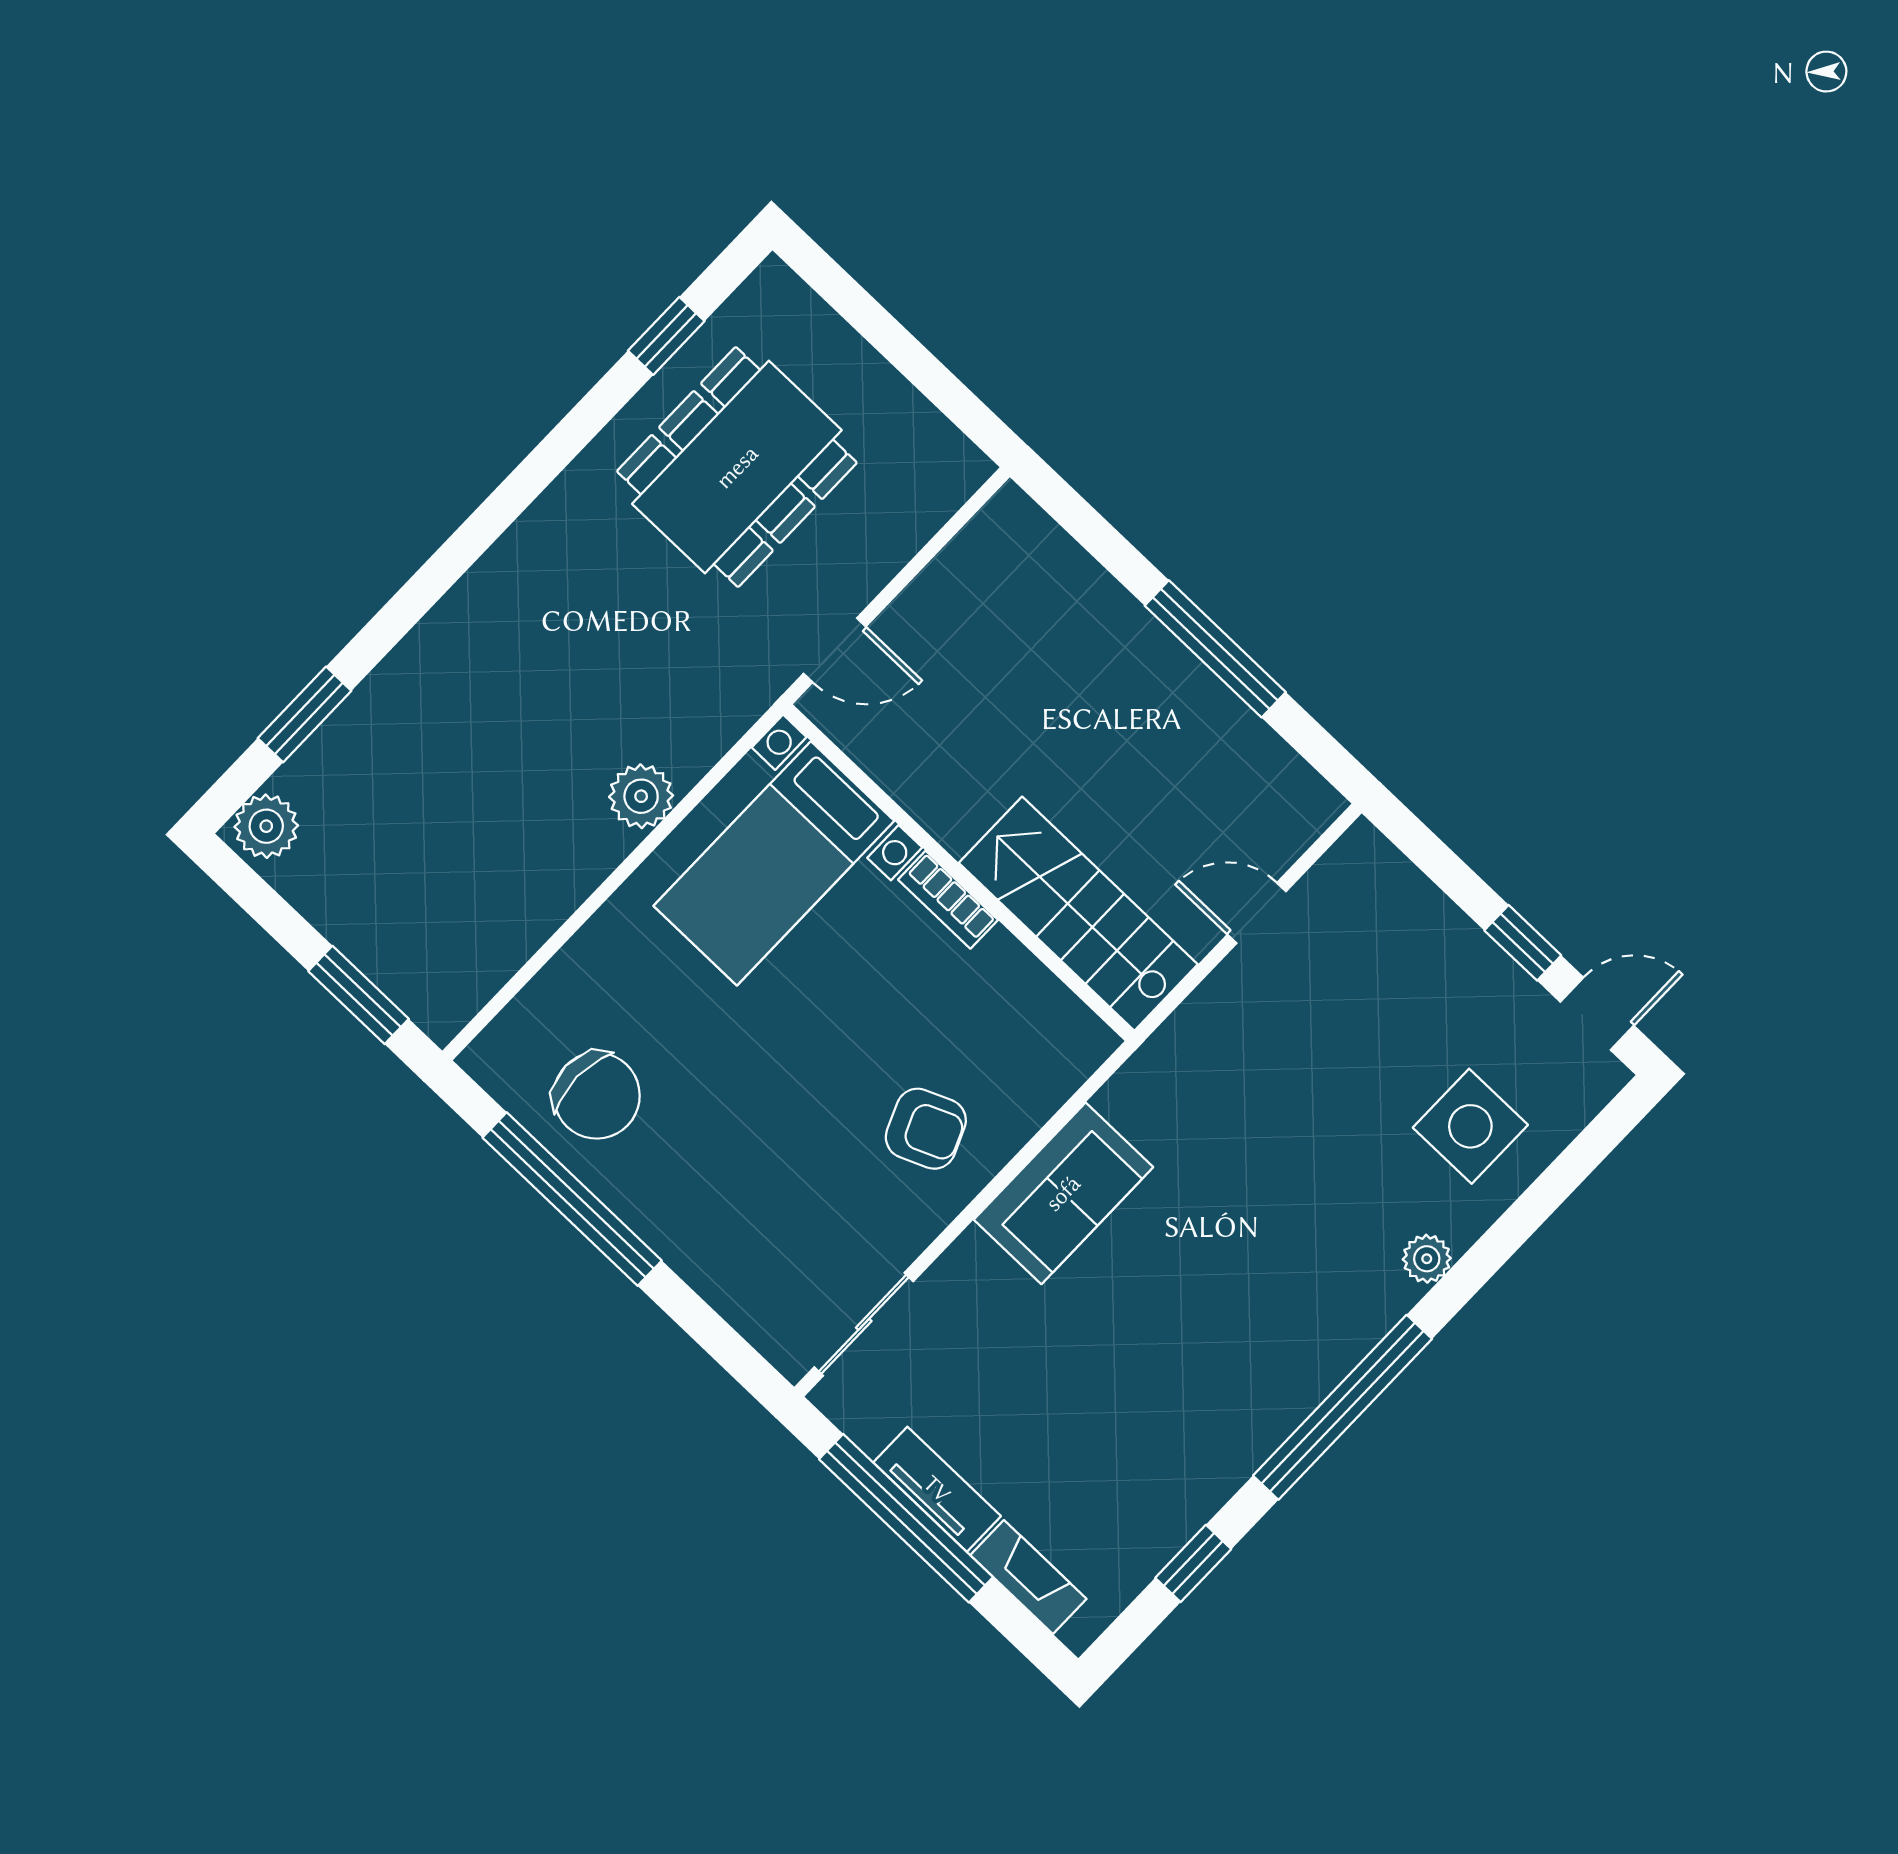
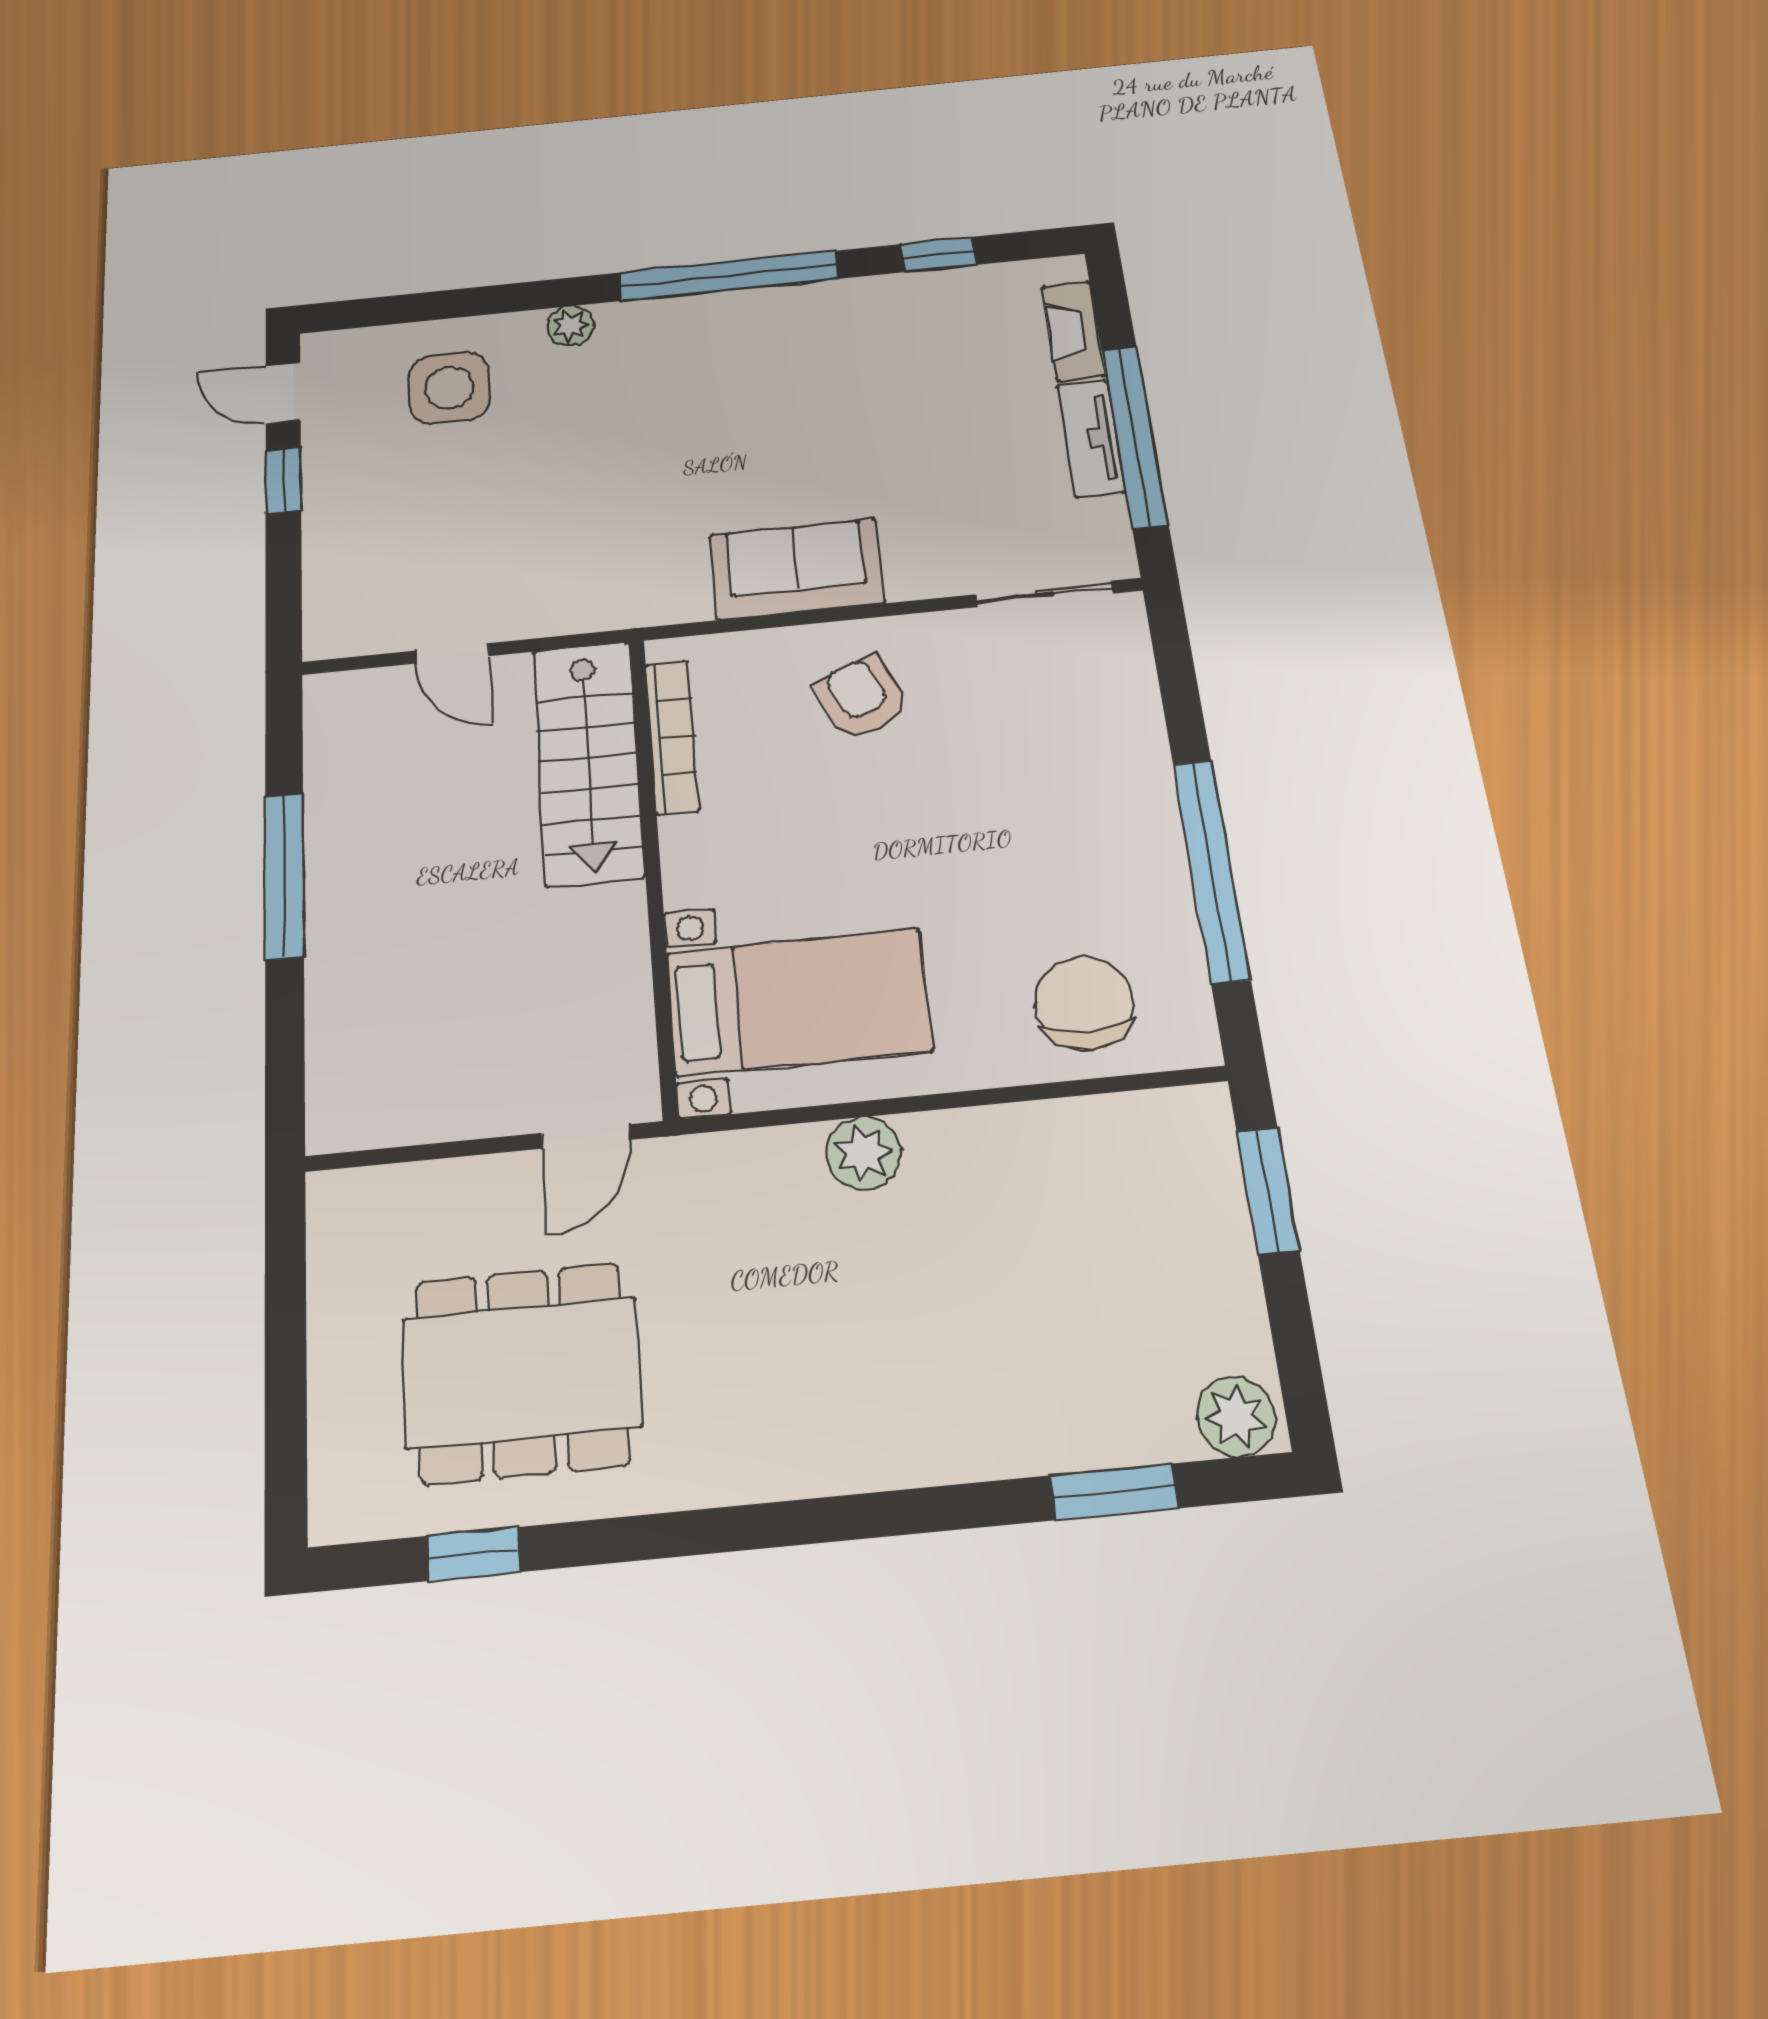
door: (835, 650) -> (586, 1136), swing flipped
bookcase: (948, 900) -> (672, 737), moved, width x1.56
chair: (597, 1096) -> (1084, 1003), moved

